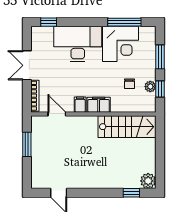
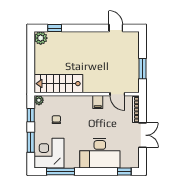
corner desk: (120, 44) -> (49, 153), moved
plant: (150, 87) -> (39, 100), moved
filing cabinet: (99, 105) -> (82, 102), removed

